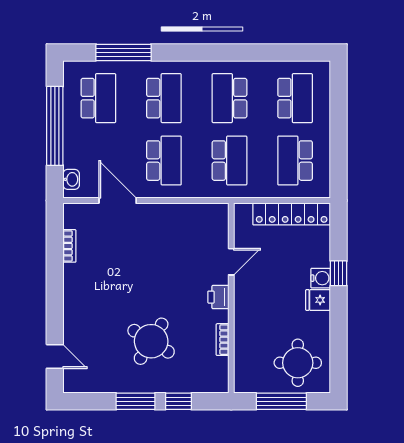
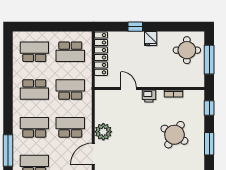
plant: (156, 218) -> (103, 132), added
water cooler: (321, 278) -> (138, 37), removed
window: (178, 401) -> (209, 108), moved

